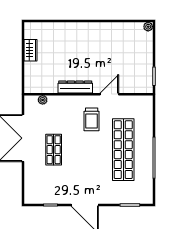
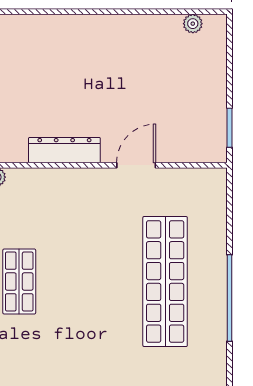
plant: (148, 27) -> (193, 24), moved
trolley: (92, 119) -> (99, 218), removed

